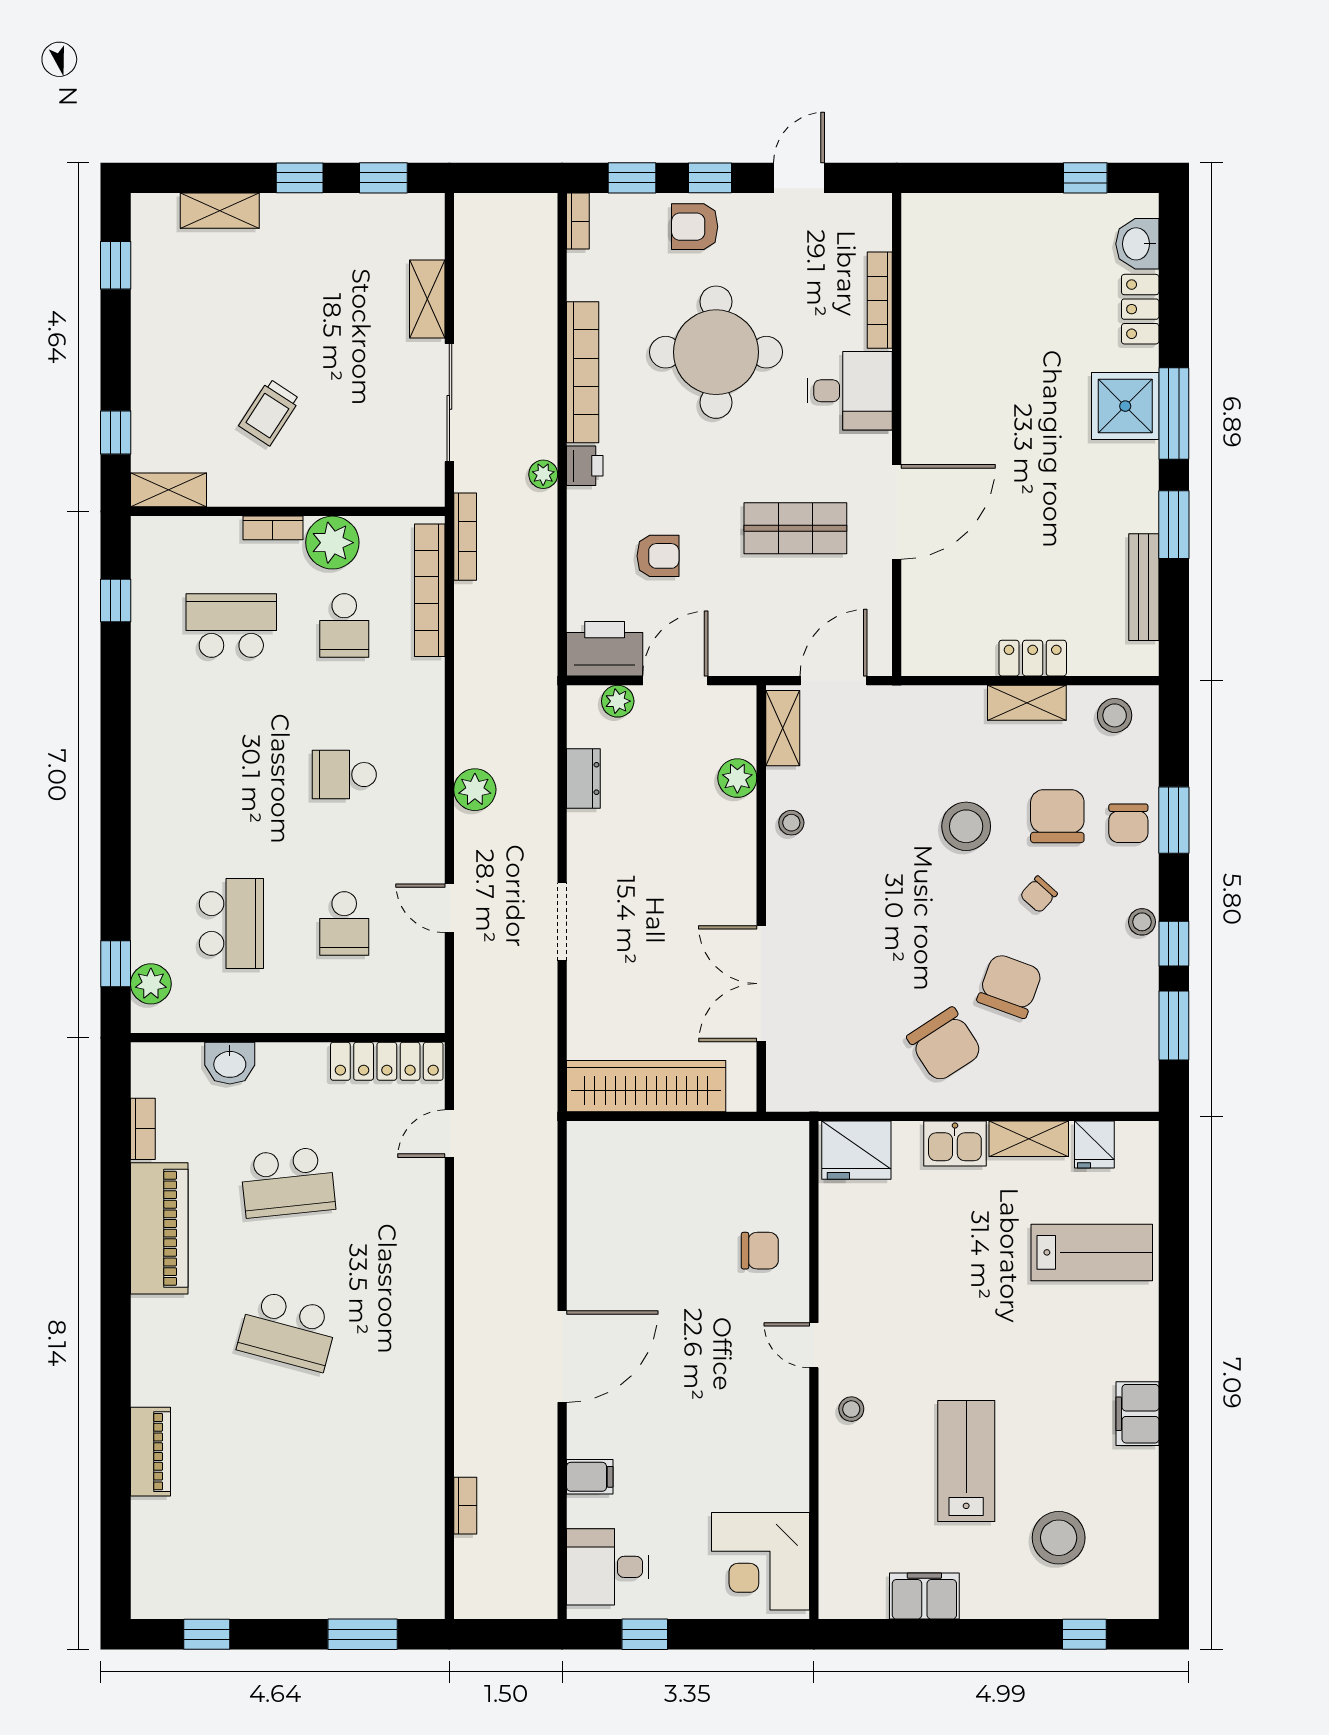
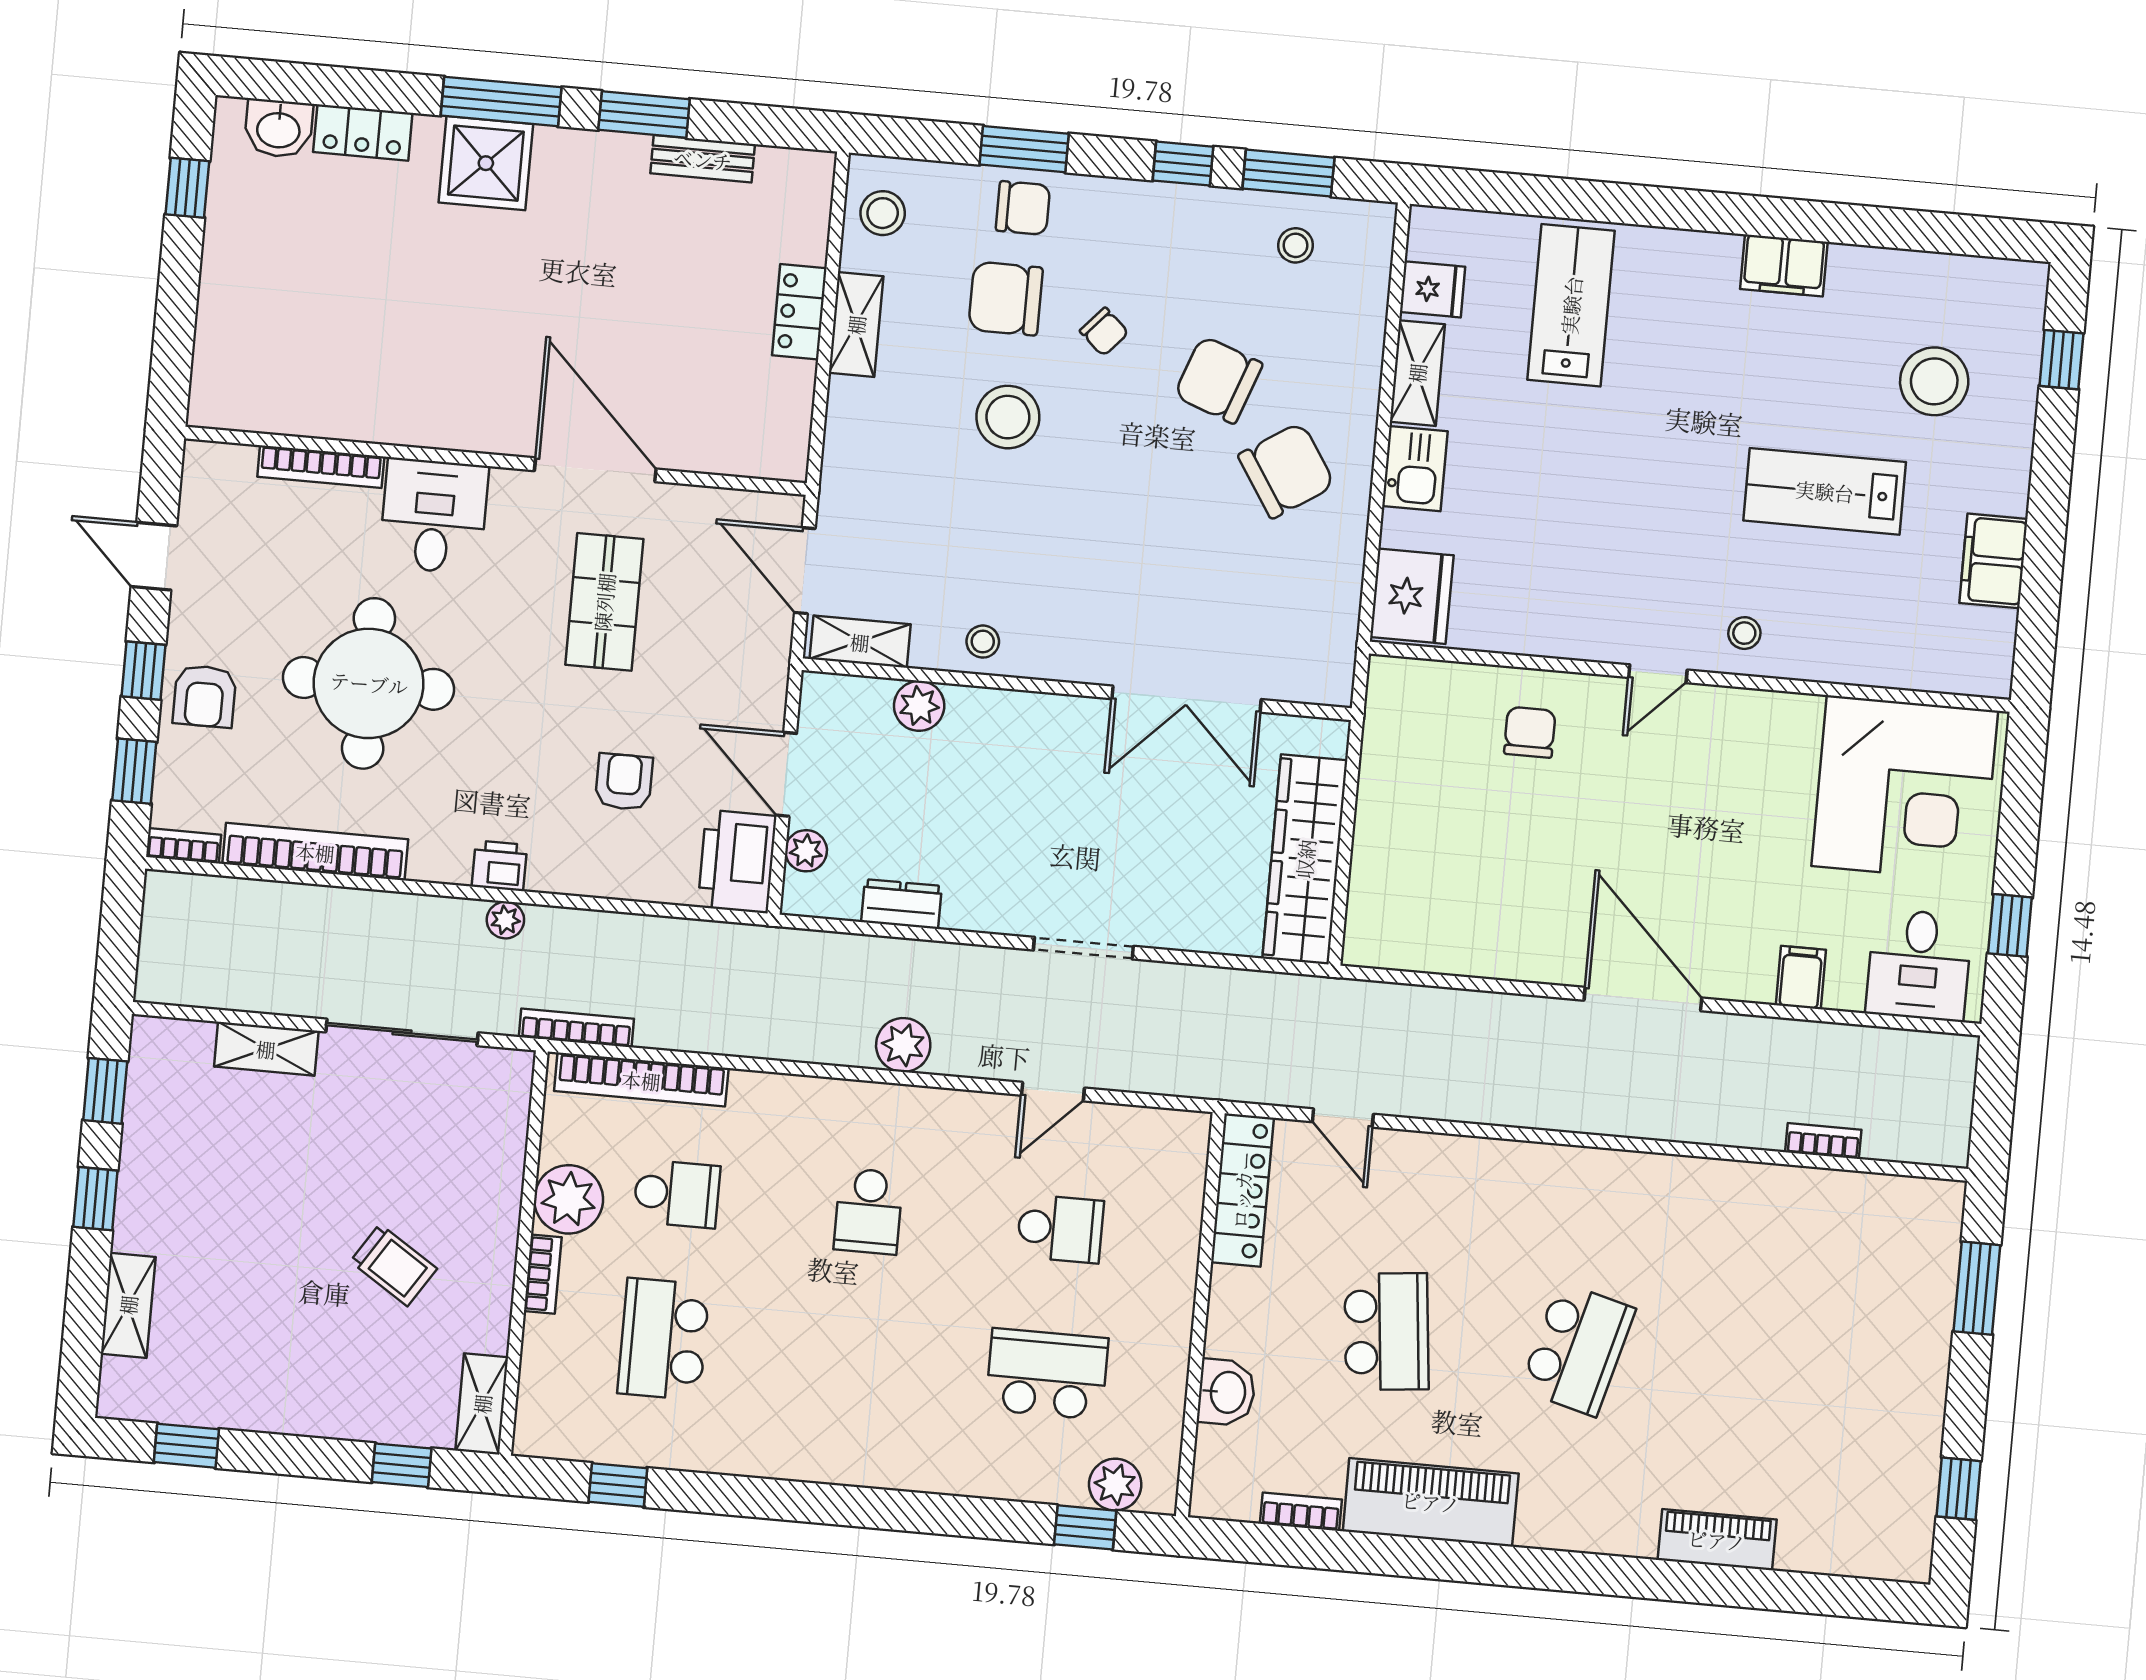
bookcase: (583, 372) -> (315, 852), moved
bench: (1144, 587) -> (703, 159), width x0.73
stool: (1142, 922) -> (1296, 245), moved
corner desk: (760, 1561) -> (1905, 788), width x1.36, depth x1.36

